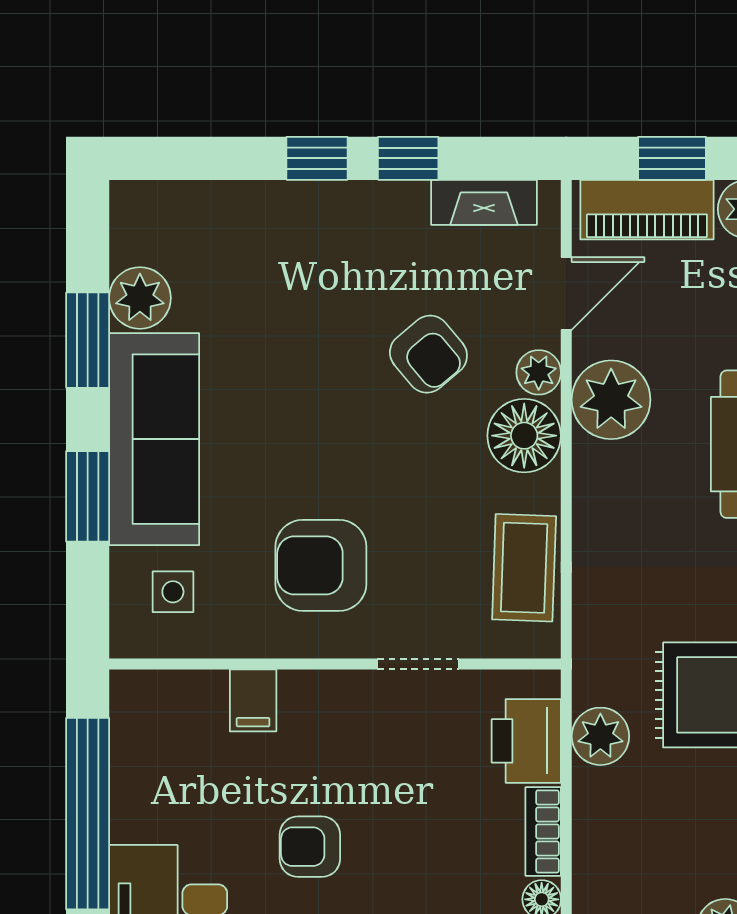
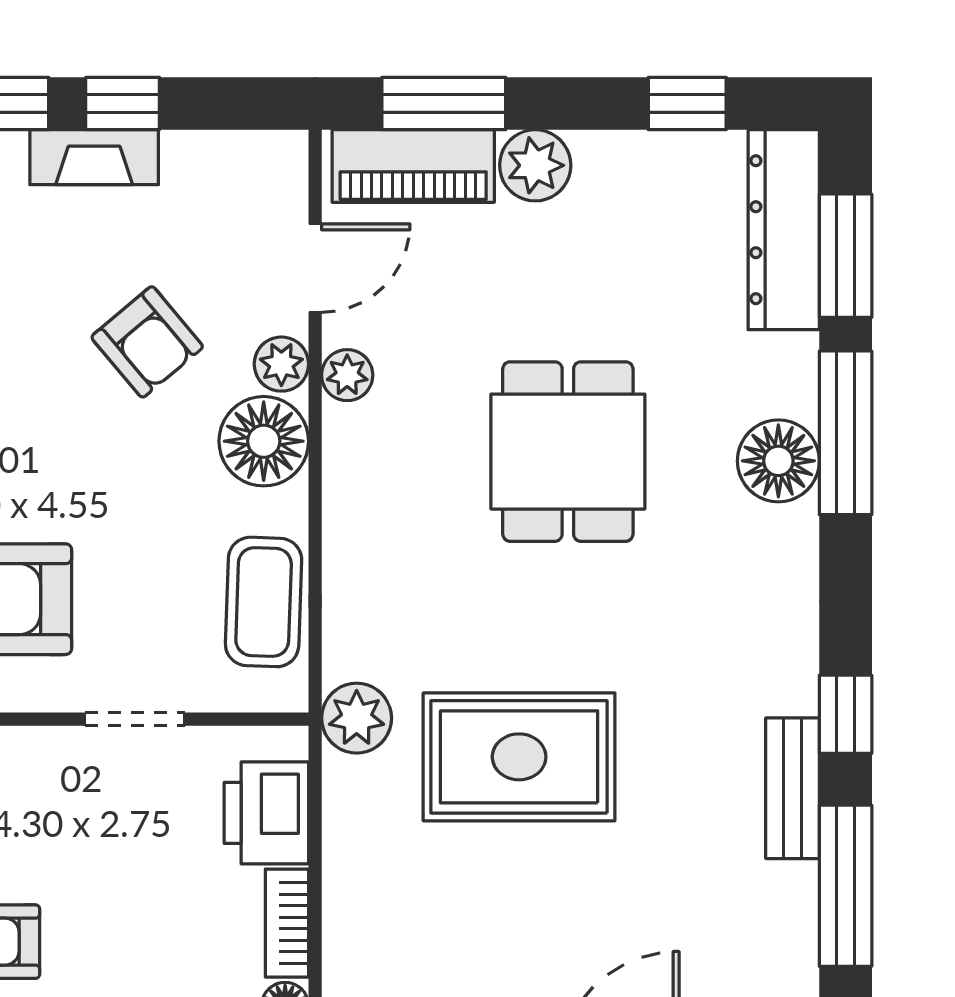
window: (672, 158) -> (444, 104), width x1.50
fireplace: (484, 202) -> (94, 157), moved
plant: (611, 400) -> (347, 375), width x0.53, depth x0.53
plant: (600, 736) -> (357, 718), moved

